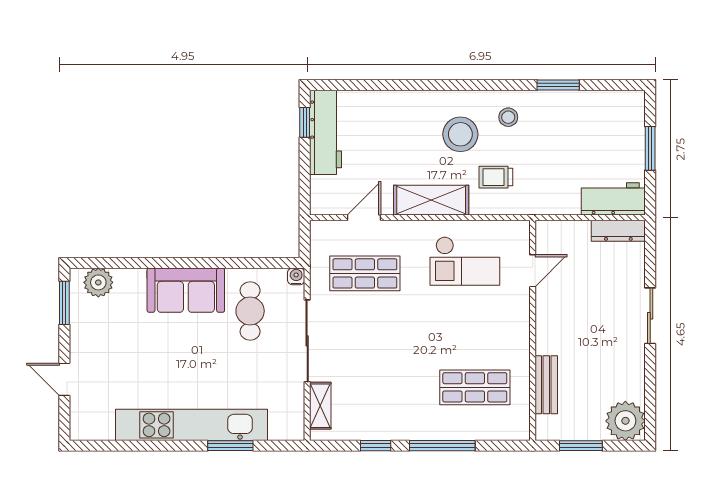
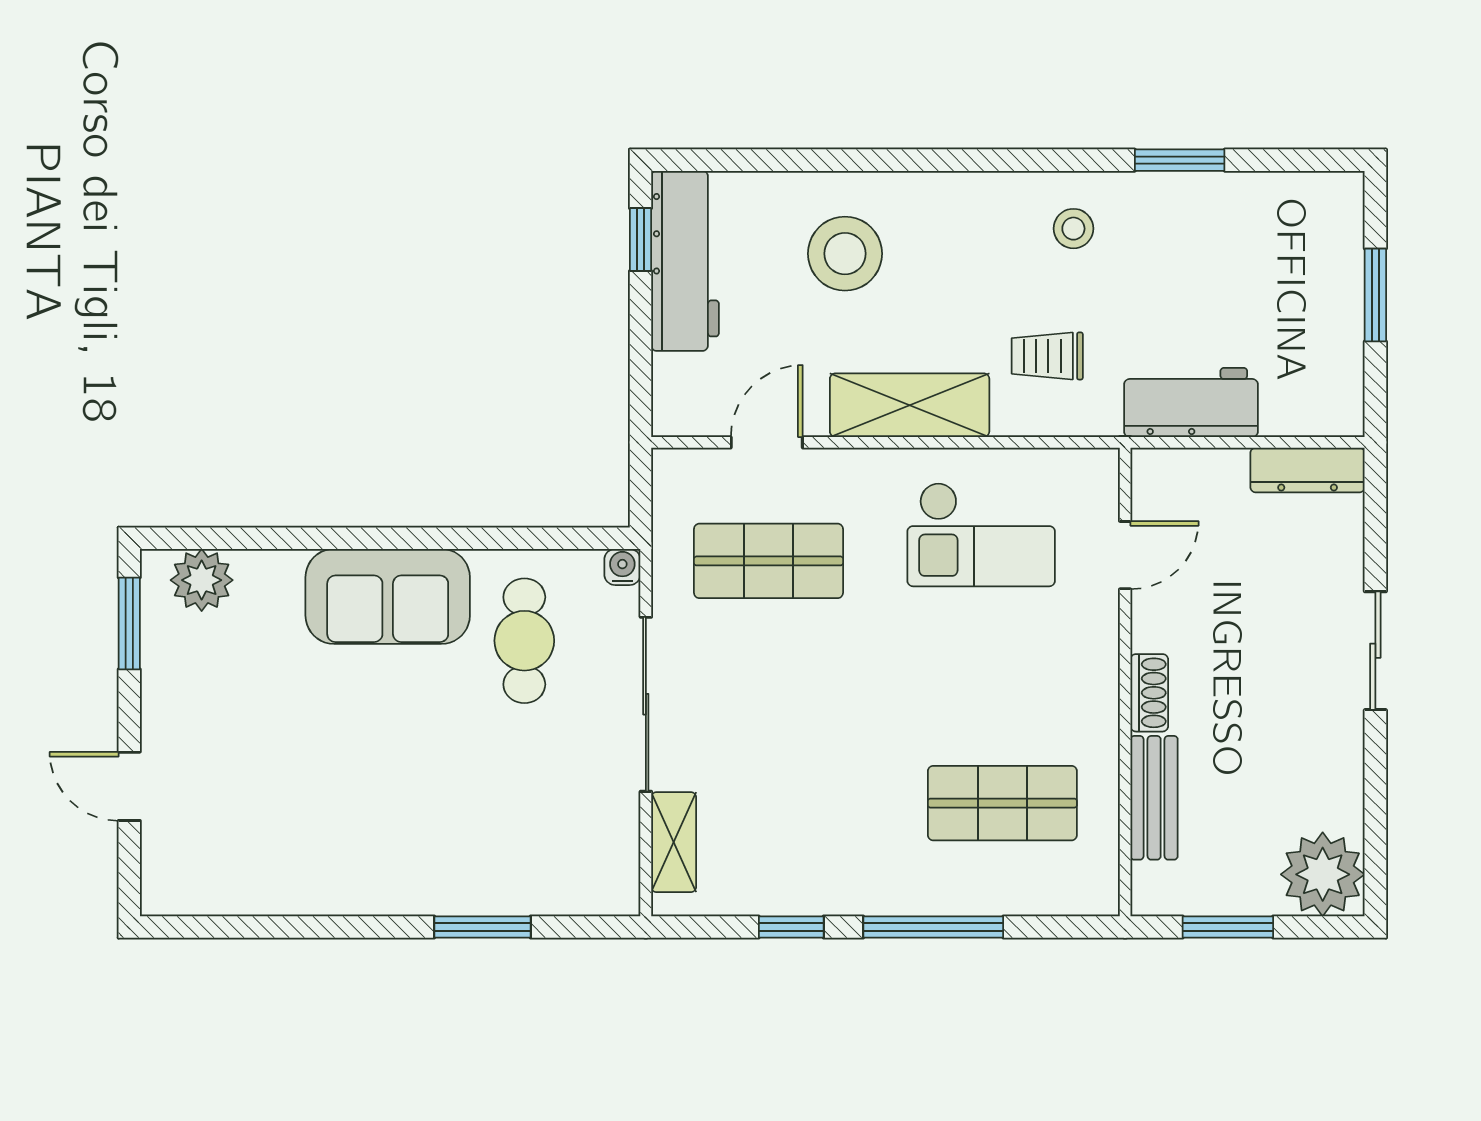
stool: (460, 134) -> (845, 254), moved
workbench: (613, 199) -> (1191, 402), moved
shoe rack: (544, 335) -> (1149, 693), added
kitchen unit: (191, 425) -> (400, 883), removed

